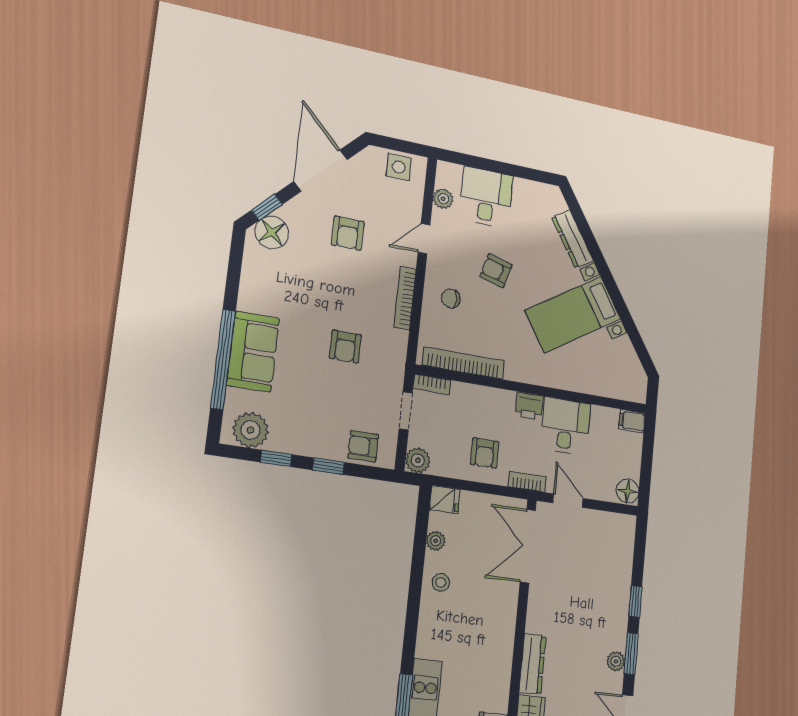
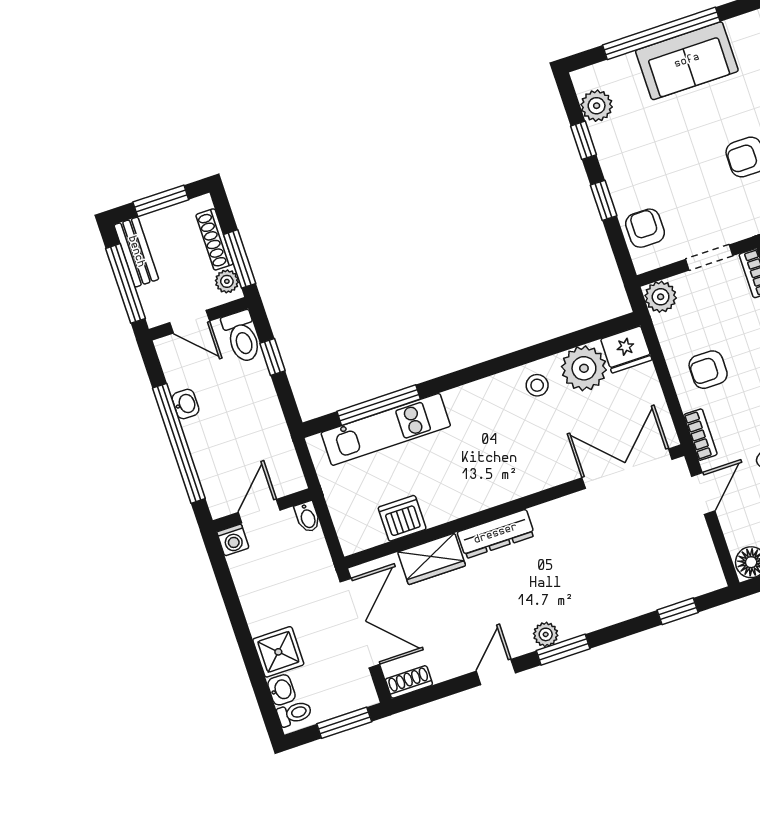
plant: (251, 430) -> (597, 106), width x0.73, depth x0.73
fridge: (445, 500) -> (626, 349), width x1.38
plant: (436, 541) -> (584, 368), width x1.88, depth x1.88
window: (635, 601) -> (678, 611), moved

